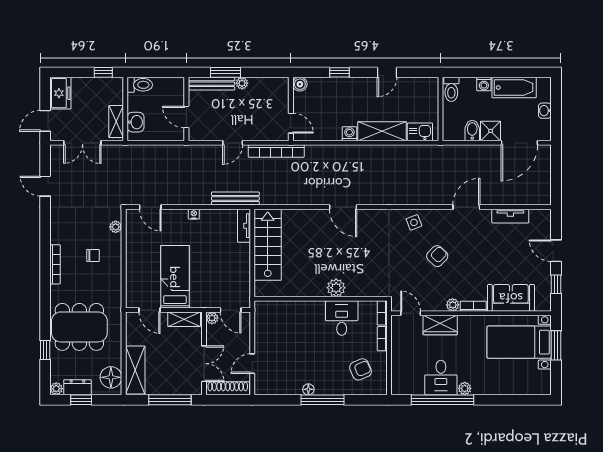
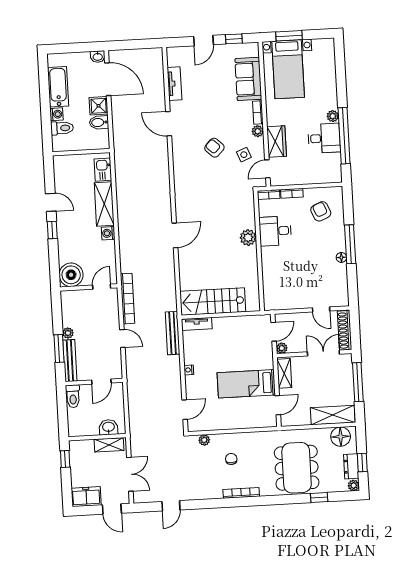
window: (340, 72) -> (52, 230), moved
boiler: (300, 84) -> (71, 275), width x1.86, depth x1.86
toilet: (140, 85) -> (73, 396), moved, turned 180
toilet: (451, 89) -> (62, 128), moved
washbasin: (545, 111) -> (98, 57), moved
side table: (414, 222) -> (244, 155), moved

